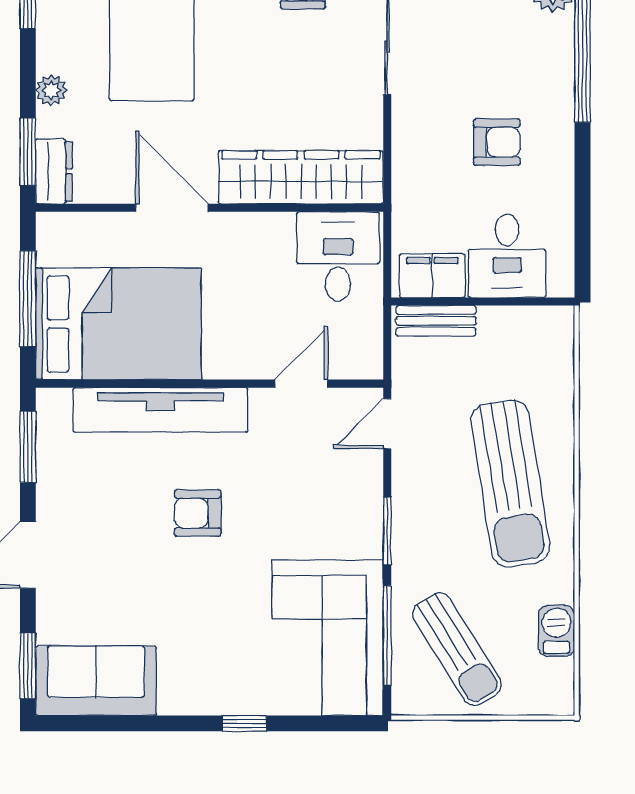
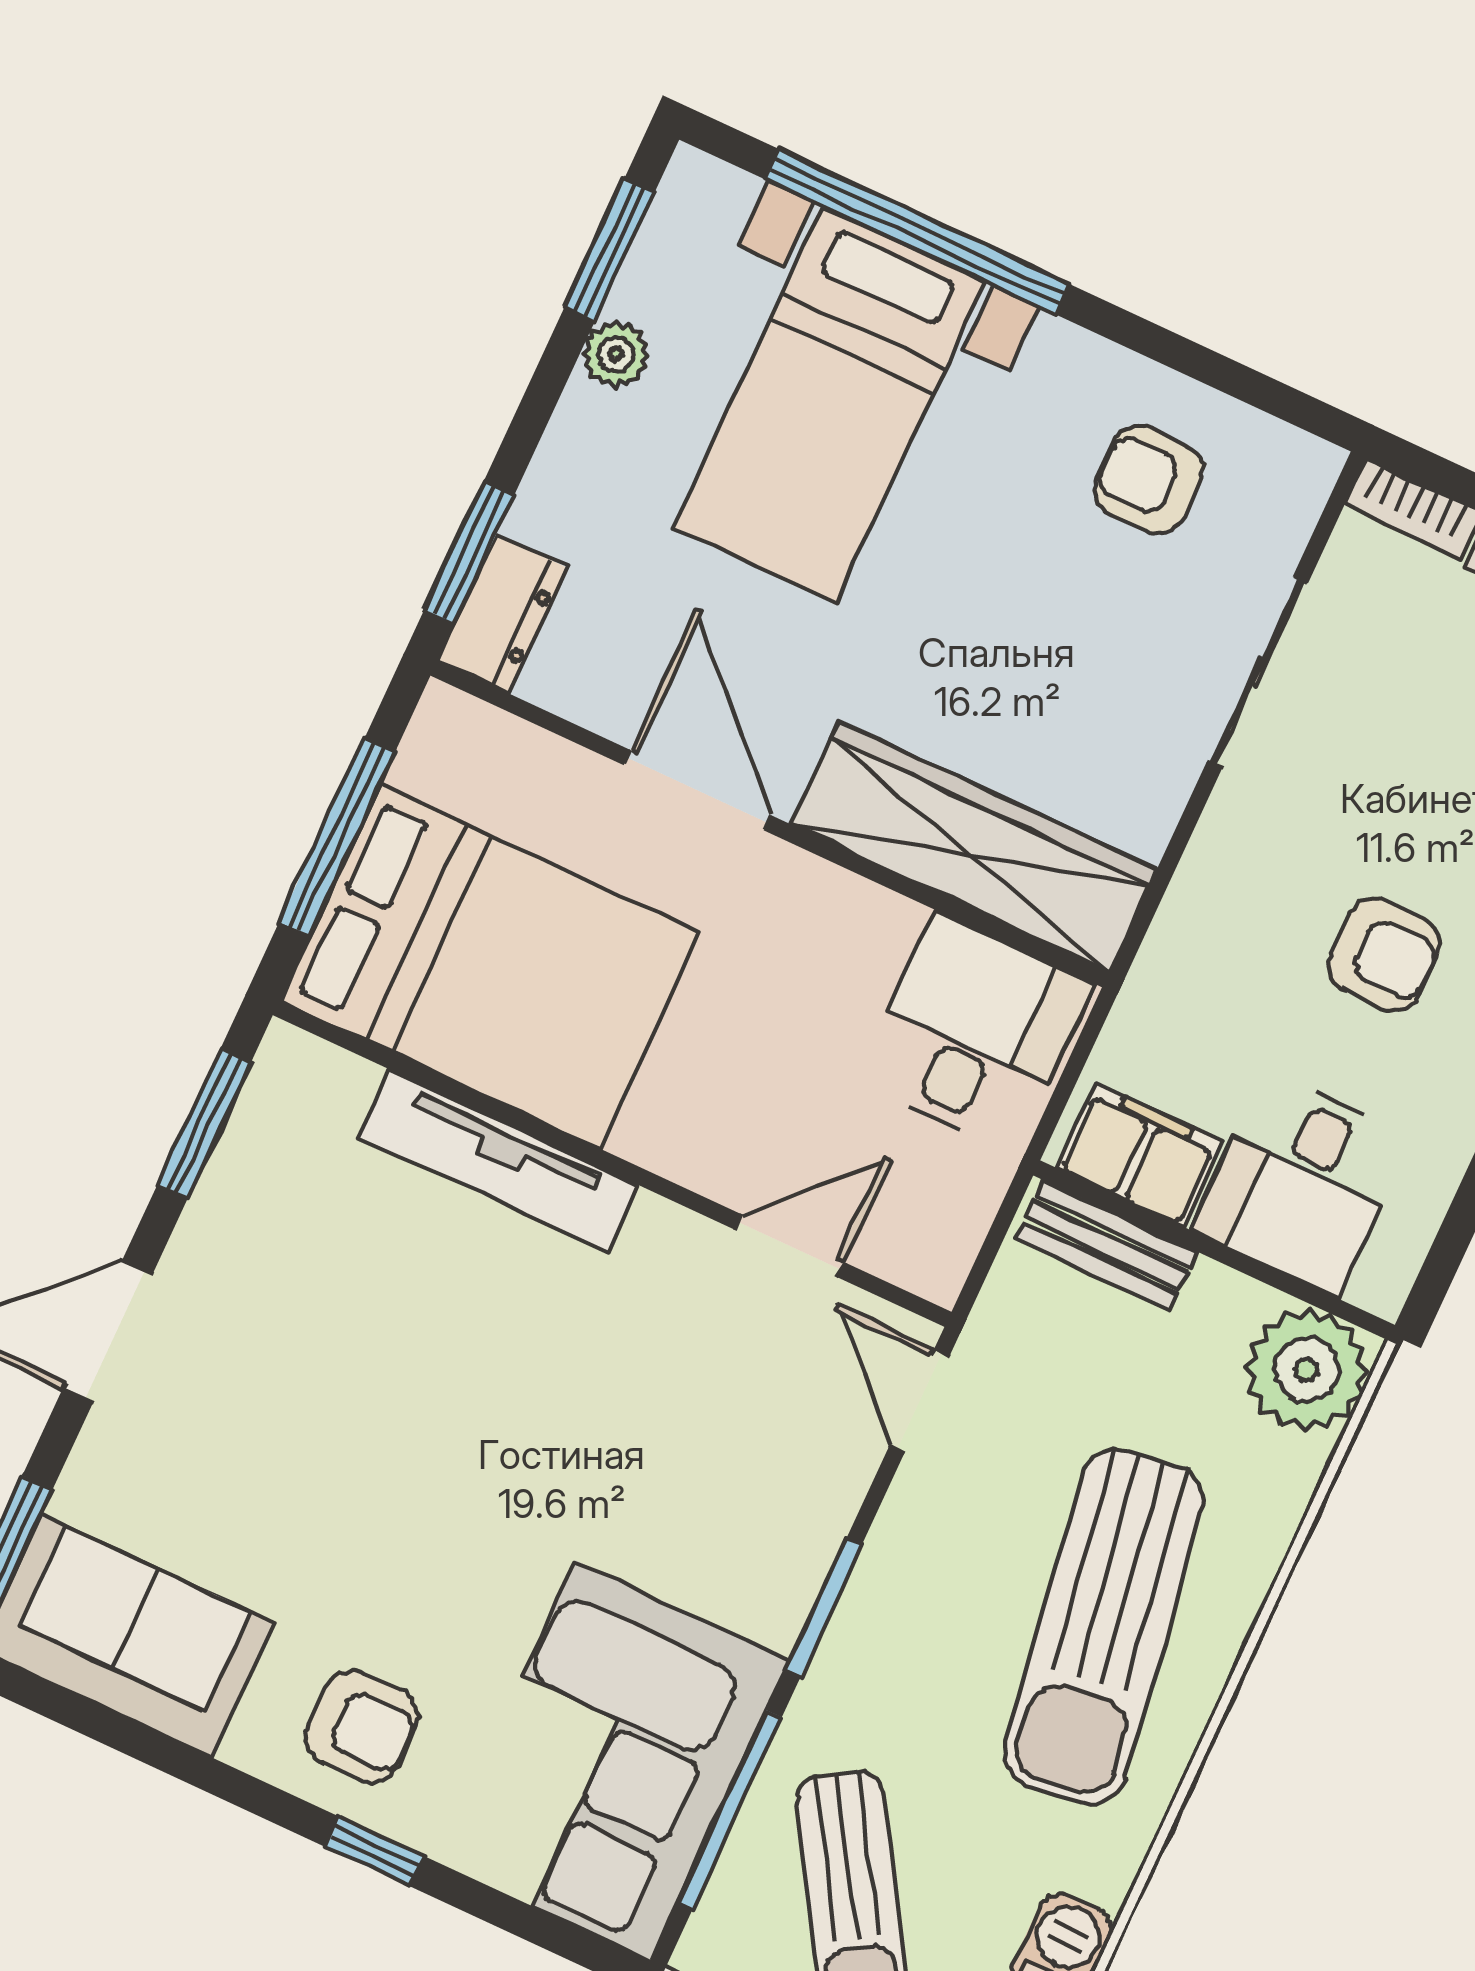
plant: (51, 90) -> (616, 354), moved
plant: (546, 334) -> (1307, 1370), added
tv unit: (160, 410) -> (498, 1161), width x0.73, depth x0.78
door: (387, 424) -> (920, 1400), hinge flipped
armchair: (198, 513) -> (362, 1726), moved, turned 180

